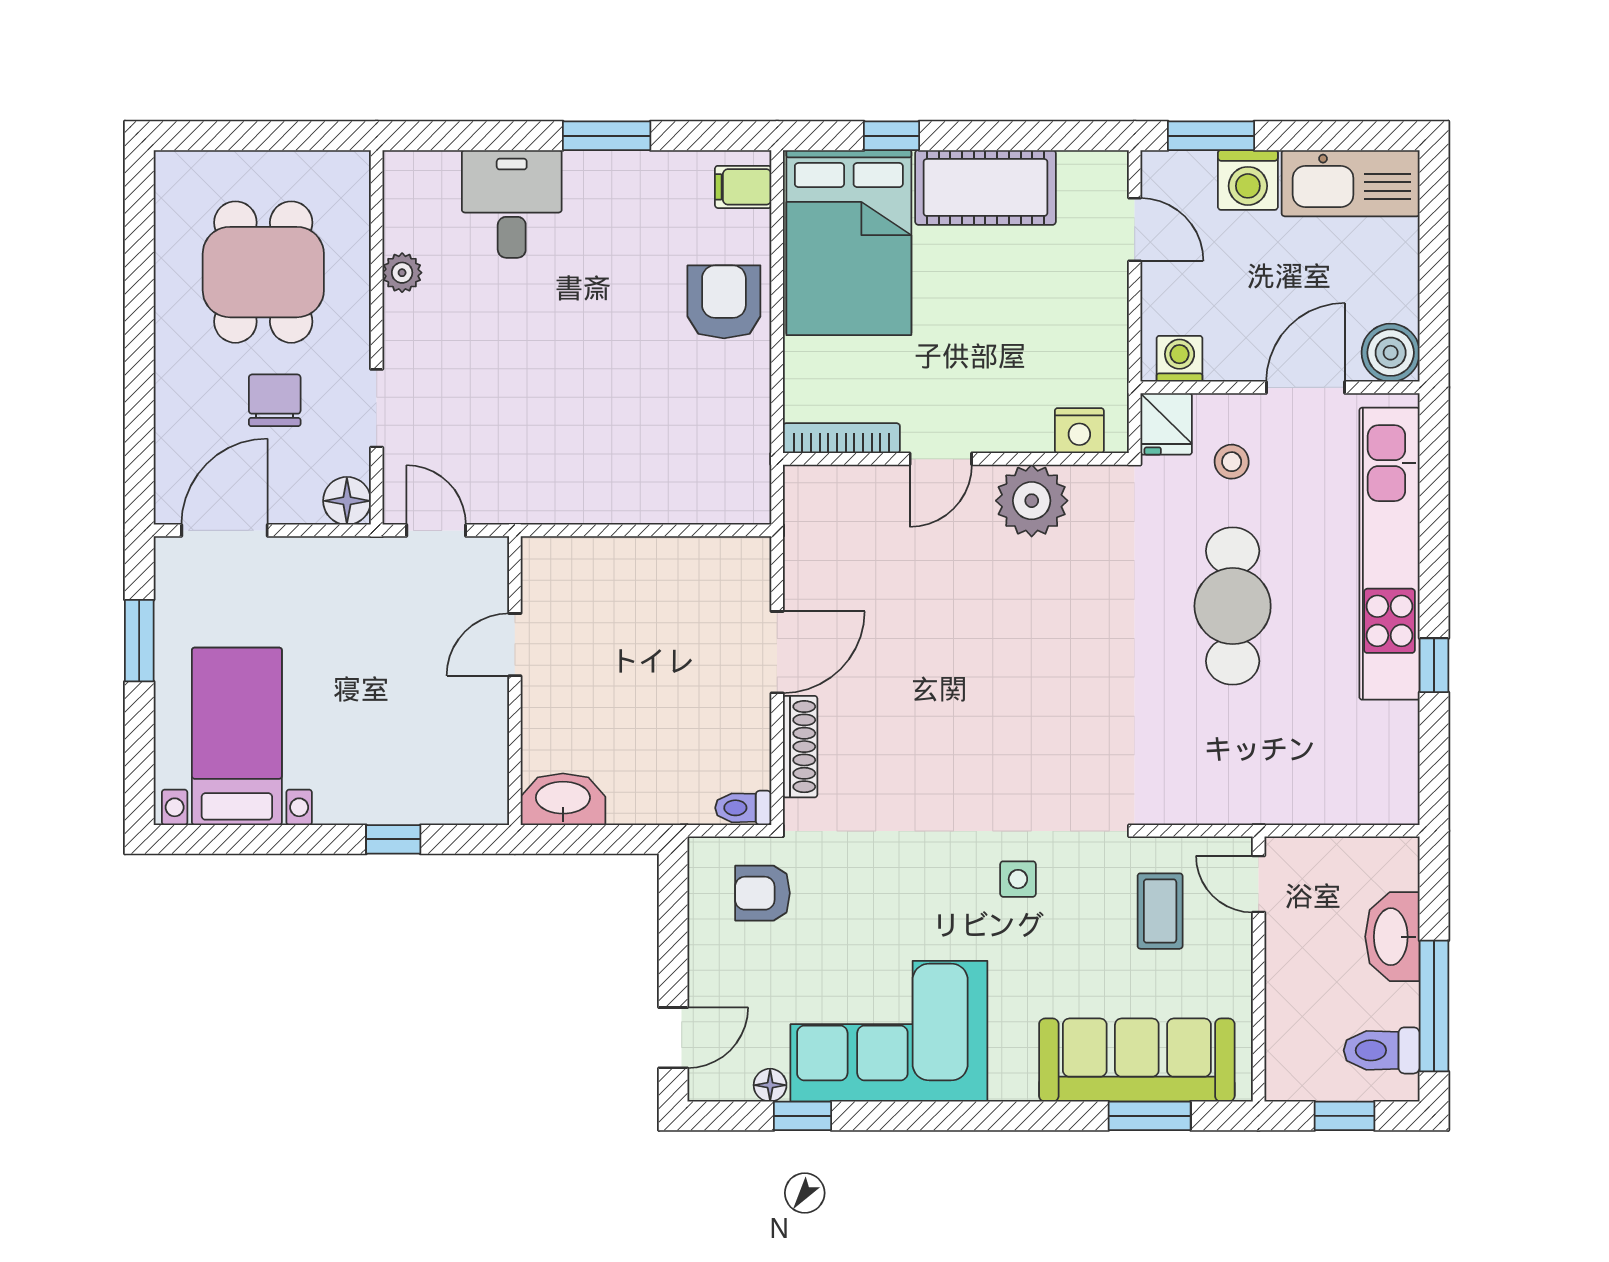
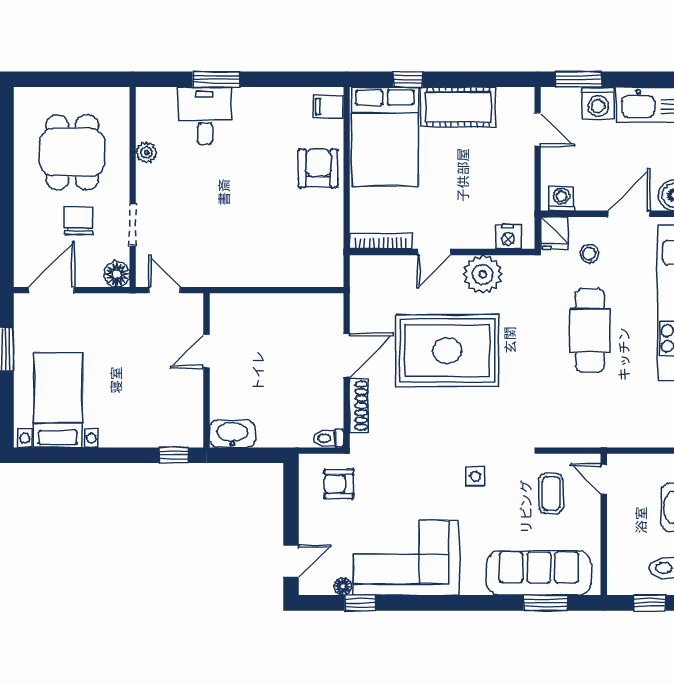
window: (607, 136) -> (216, 79), moved
rug: (965, 644) -> (447, 351), added
window: (393, 839) -> (174, 455), moved

